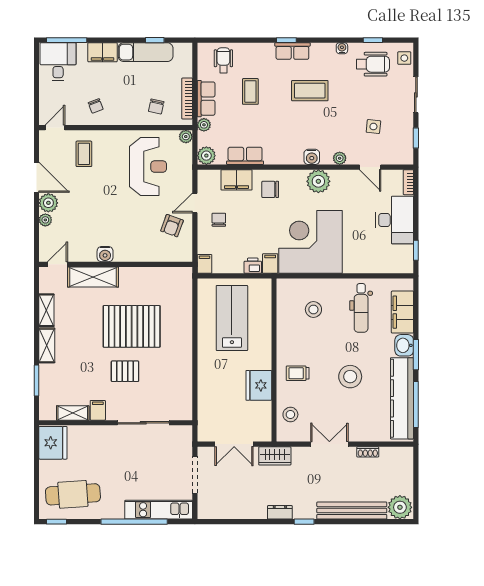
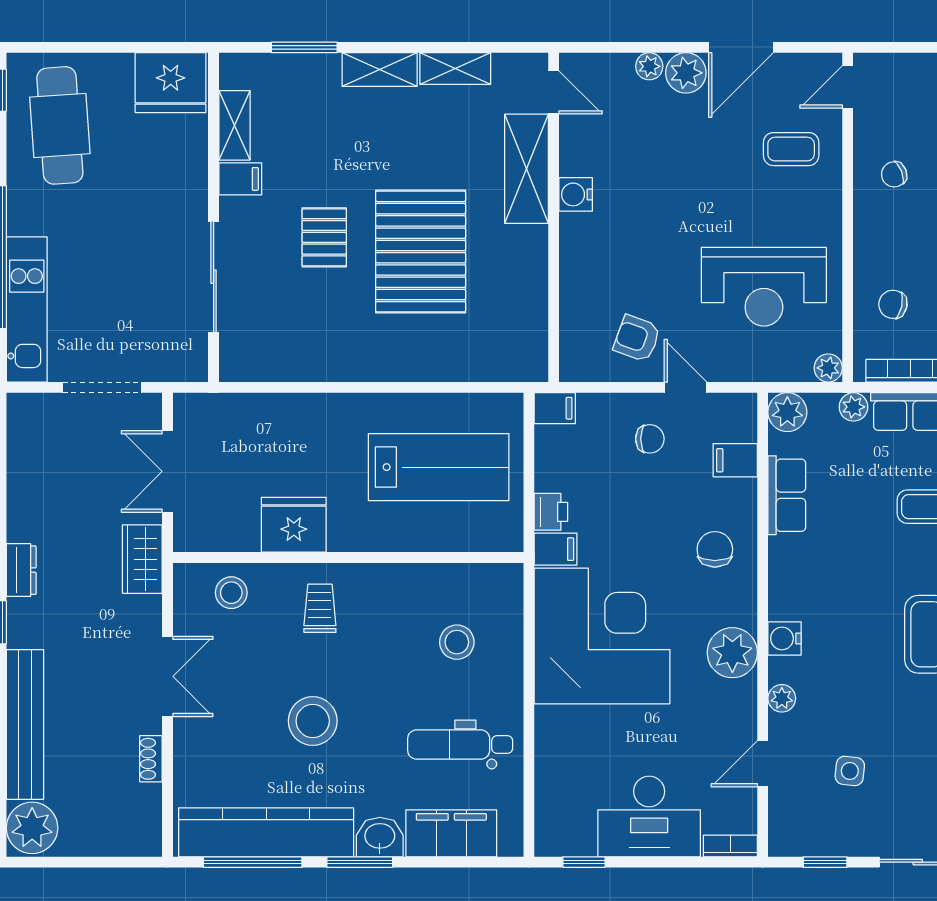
door: (55, 128) -> (848, 87), swing flipped
filing cabinet: (237, 180) -> (735, 460), width x0.50

